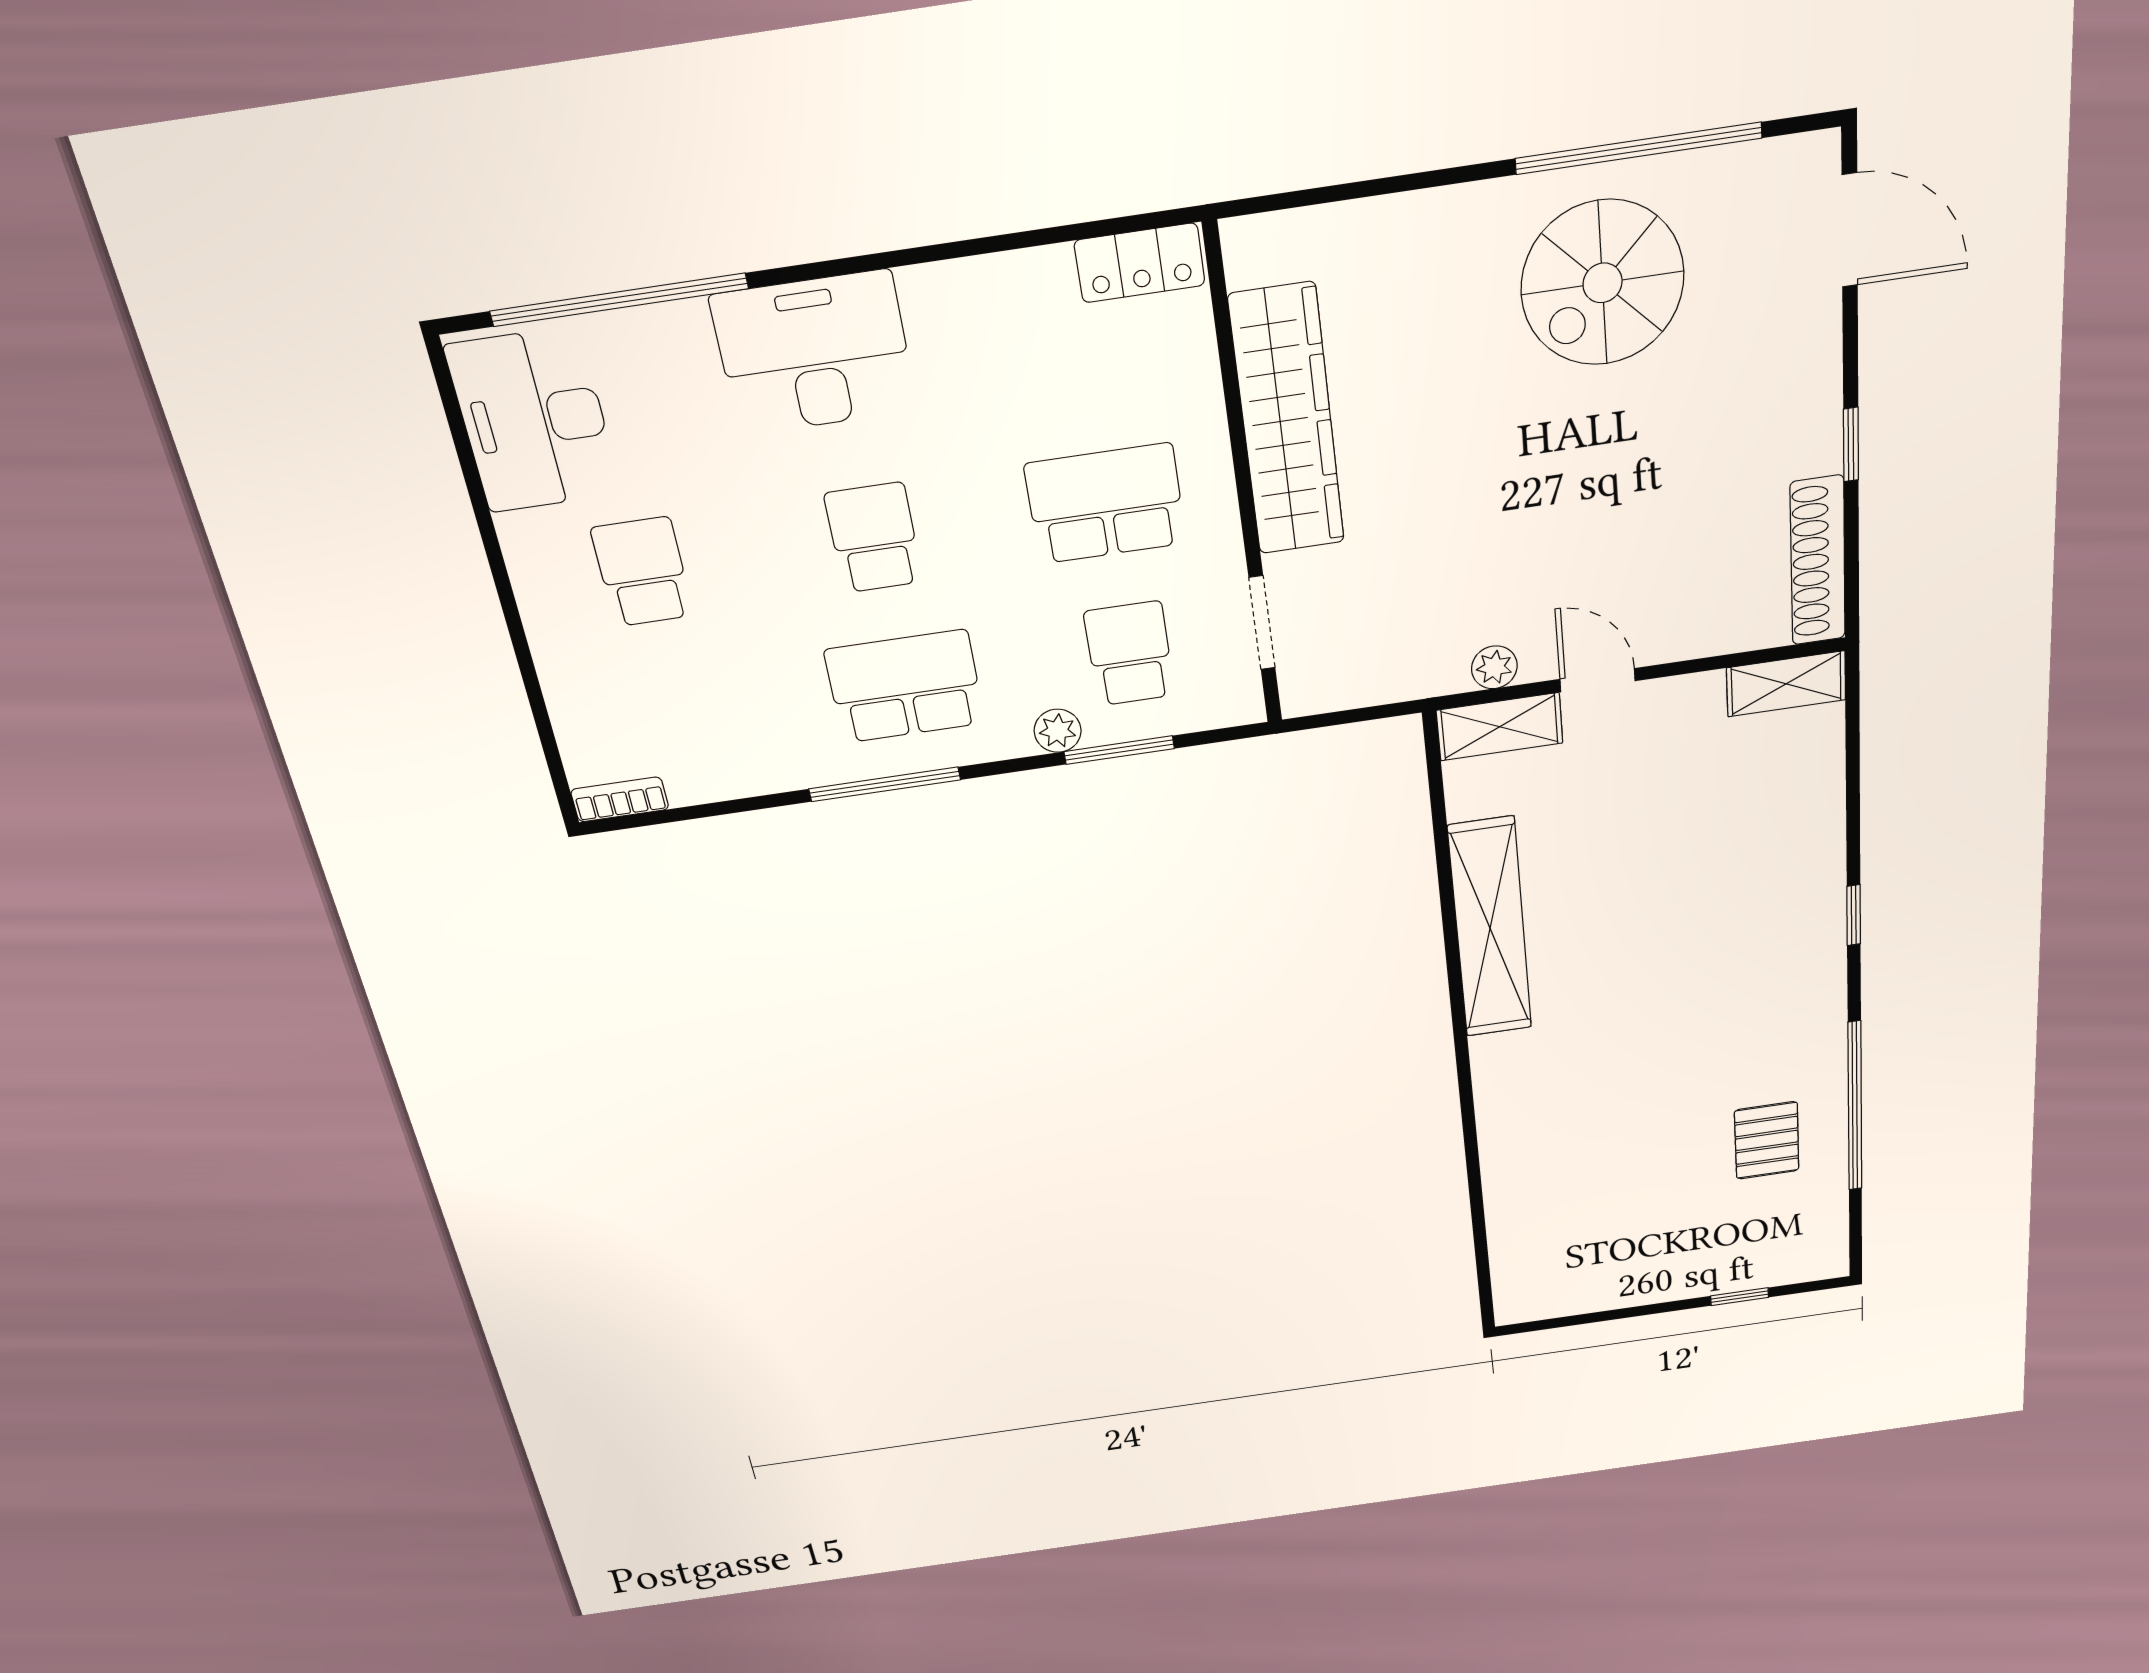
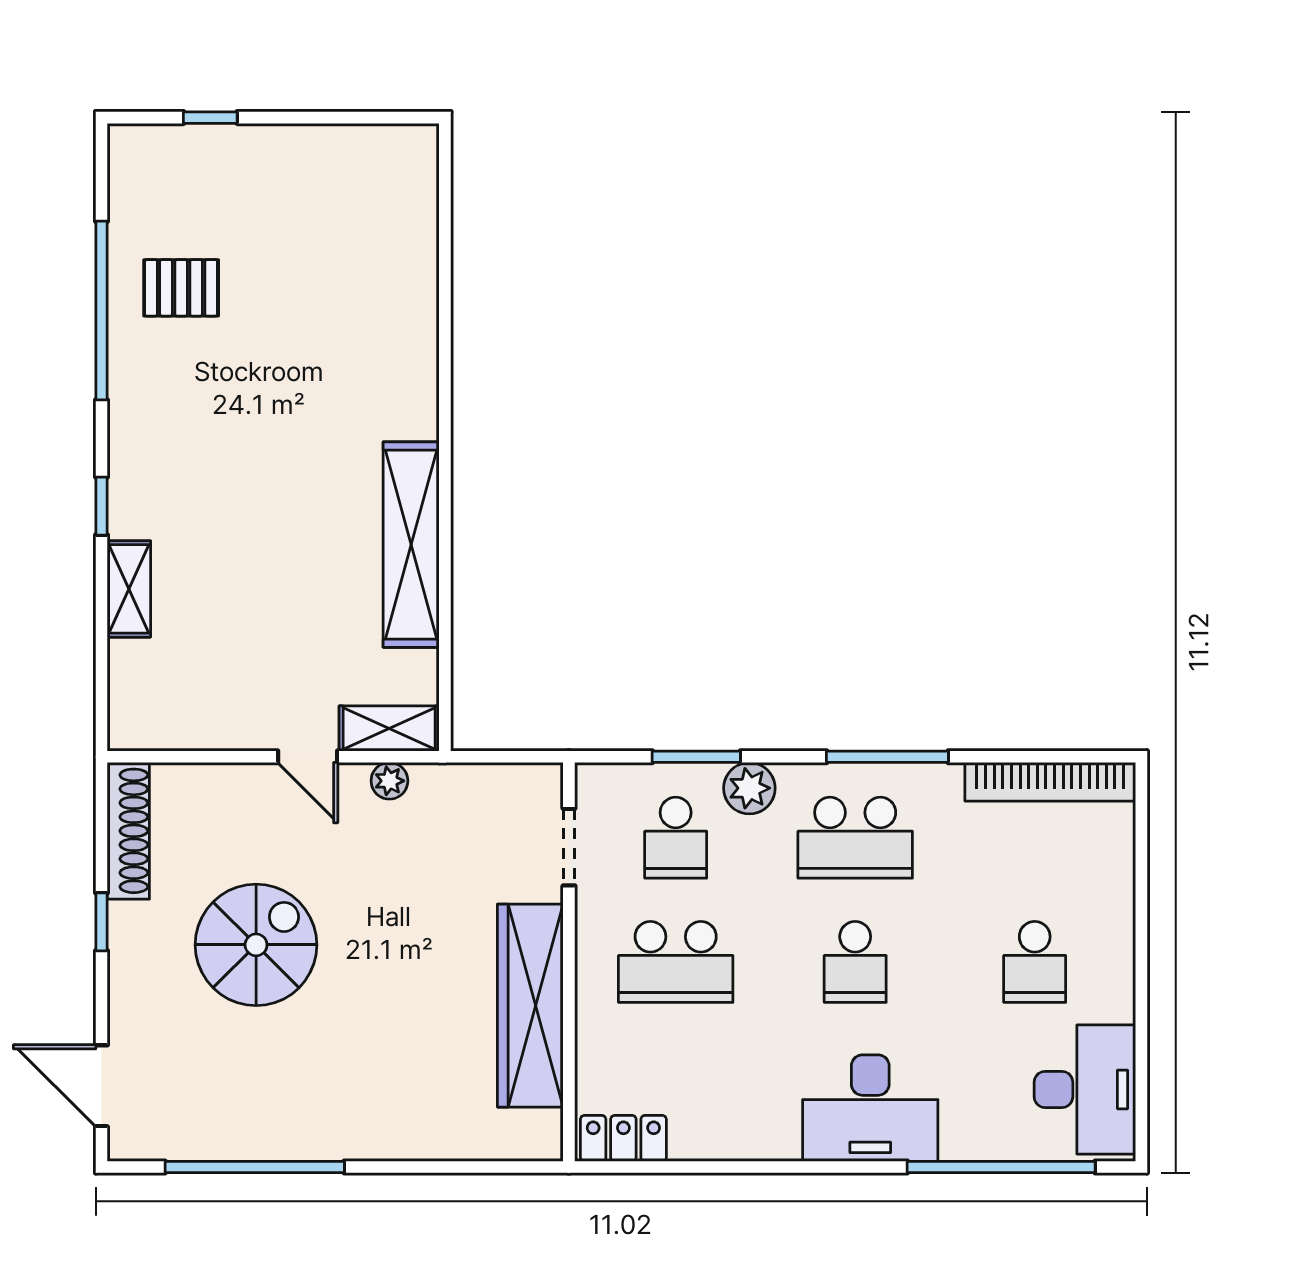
spiral stairs: (1603, 283) -> (256, 945), moved
shelving: (1786, 684) -> (129, 589), moved, turned 90
plant: (1058, 731) -> (749, 788), width x1.38, depth x1.38
bookcase: (620, 799) -> (1050, 782), width x2.31, depth x1.31
pallet: (1767, 1140) -> (181, 288), turned 90

